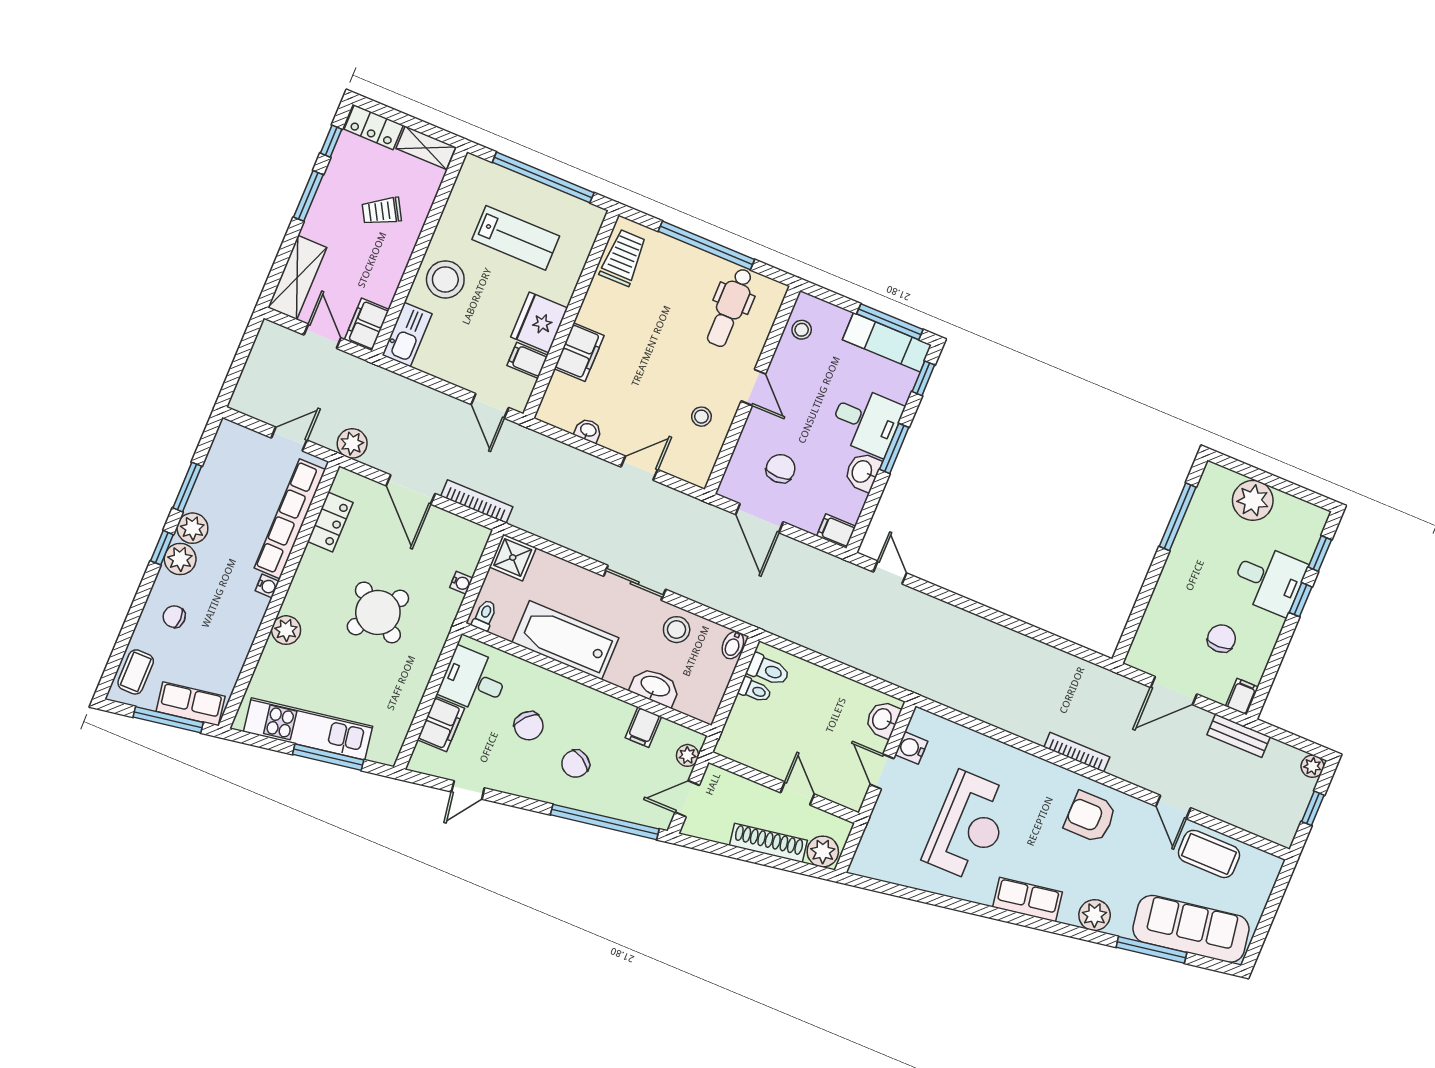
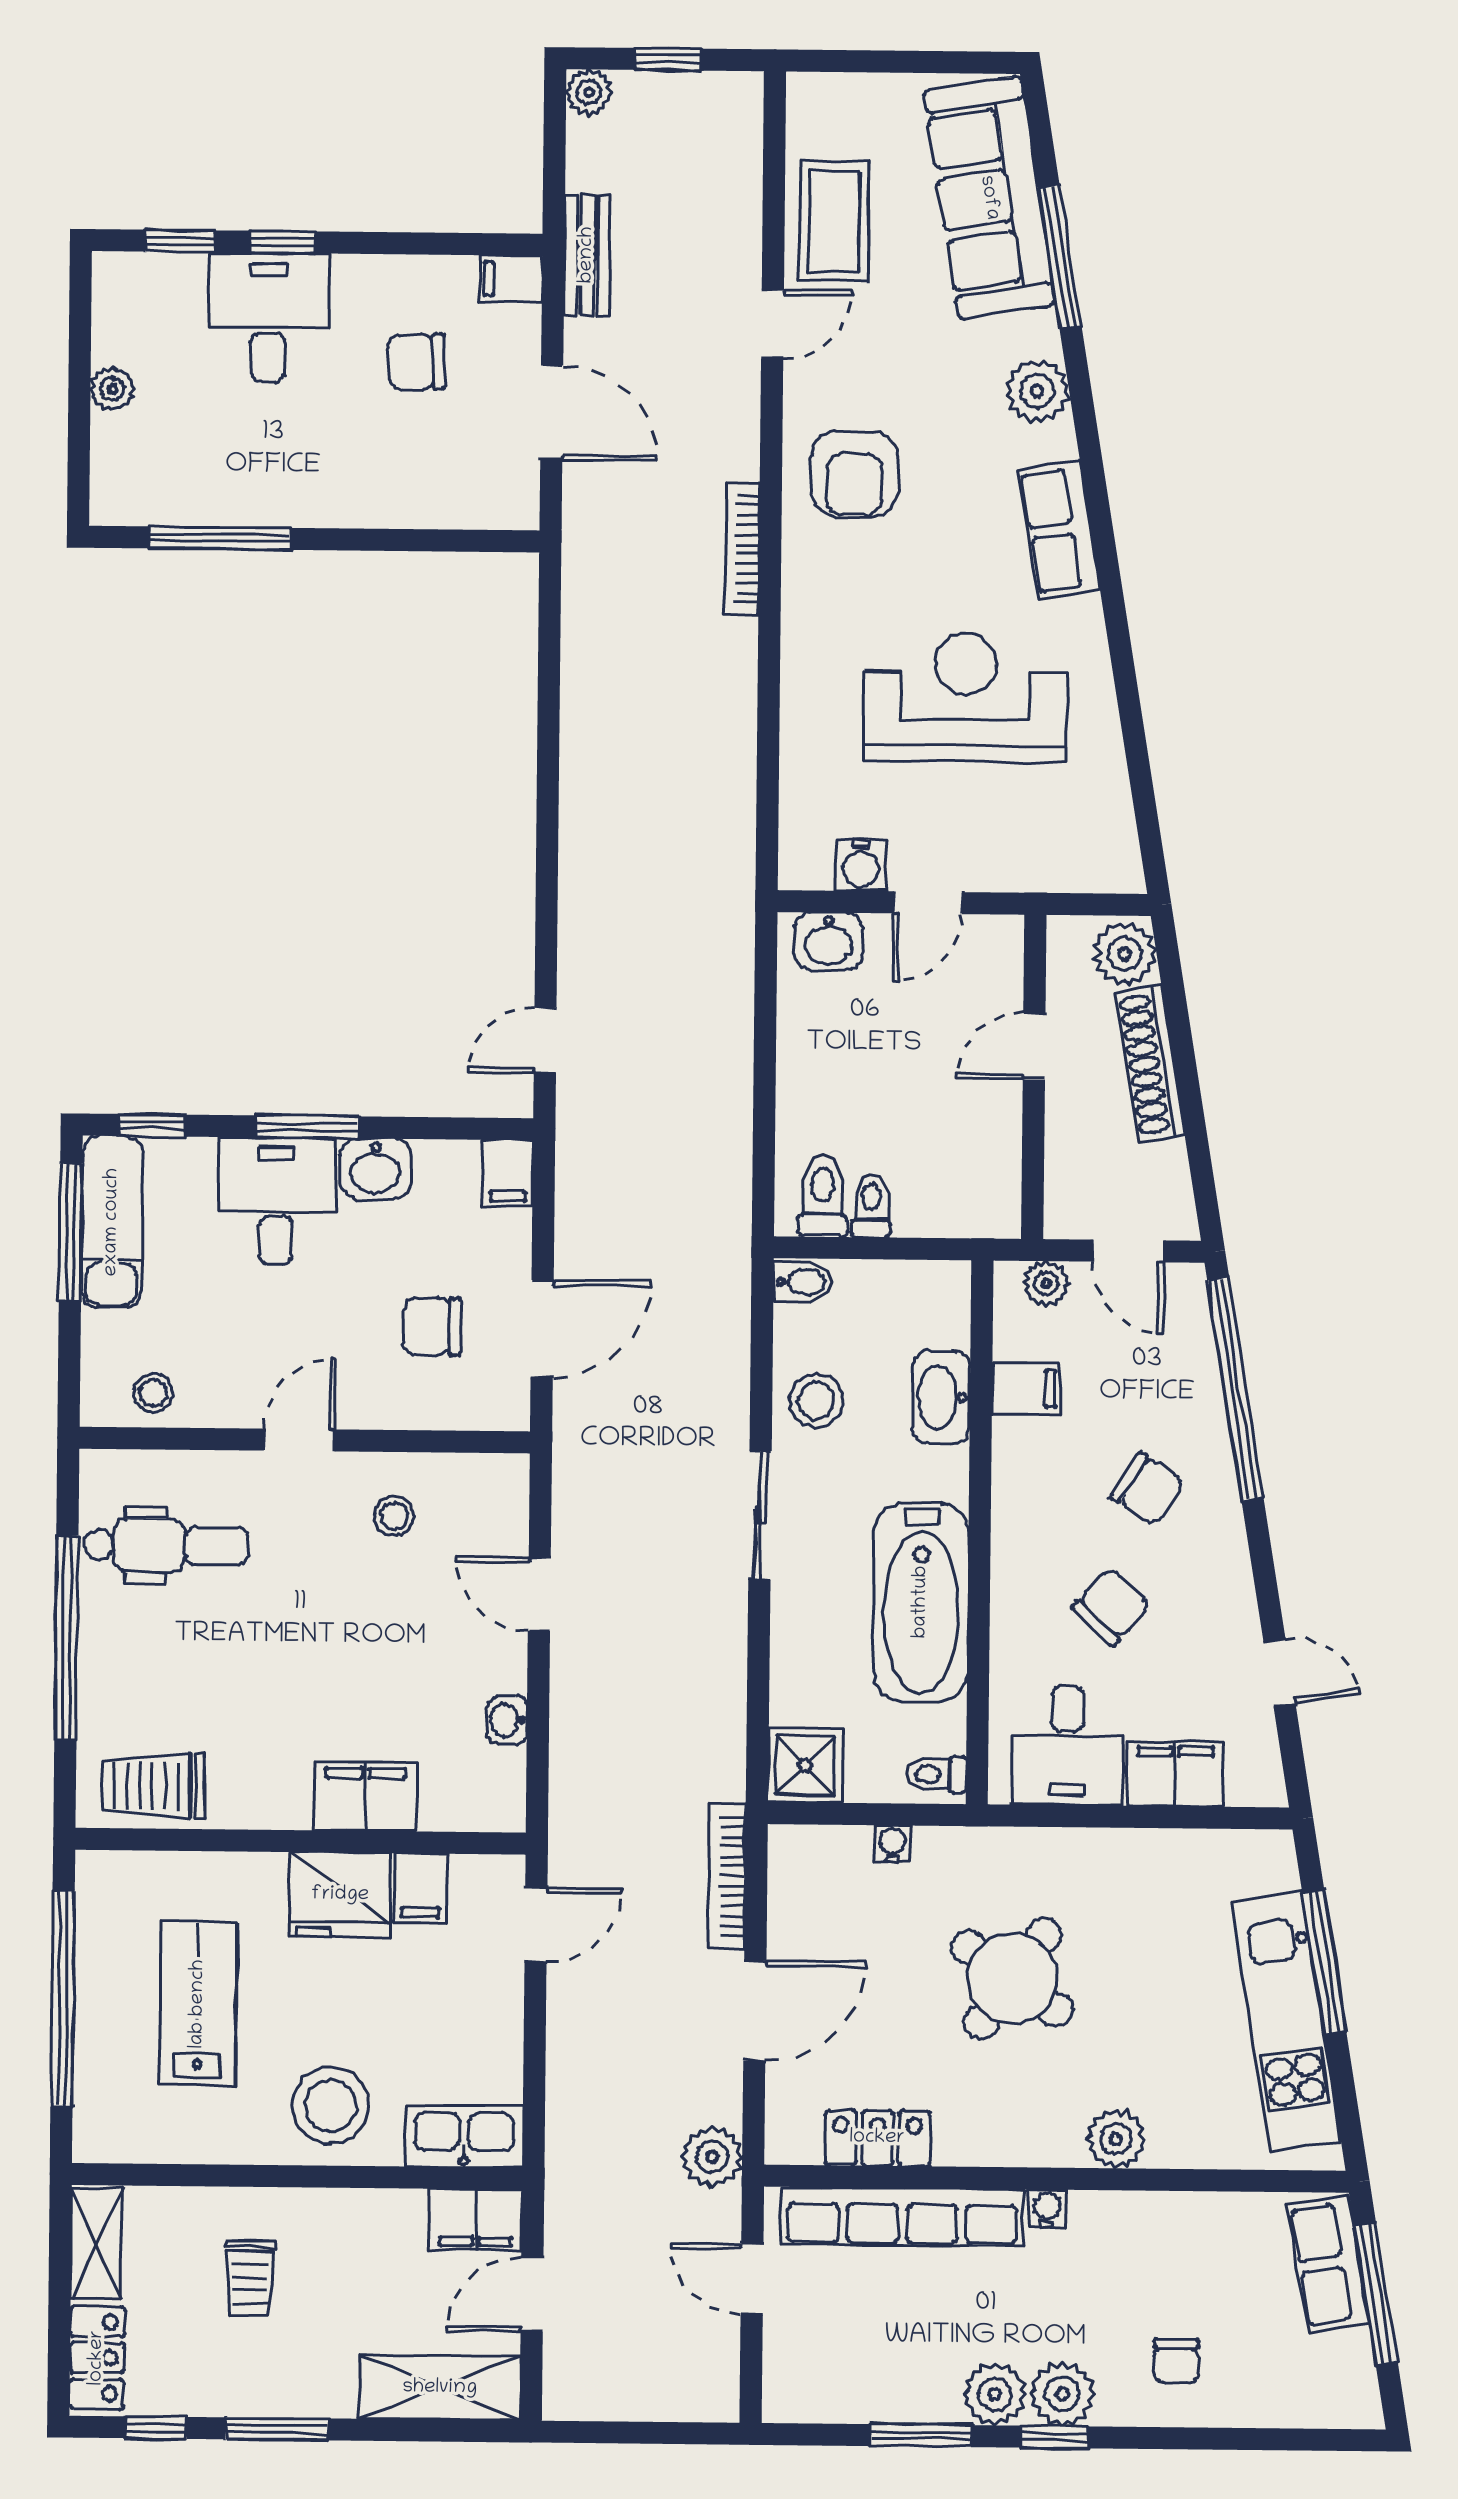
trolley: (382, 211) -> (250, 2278), turned 30
plant: (1253, 500) -> (112, 389), width x0.53, depth x0.53
coffee table: (136, 672) -> (1310, 2392), removed

